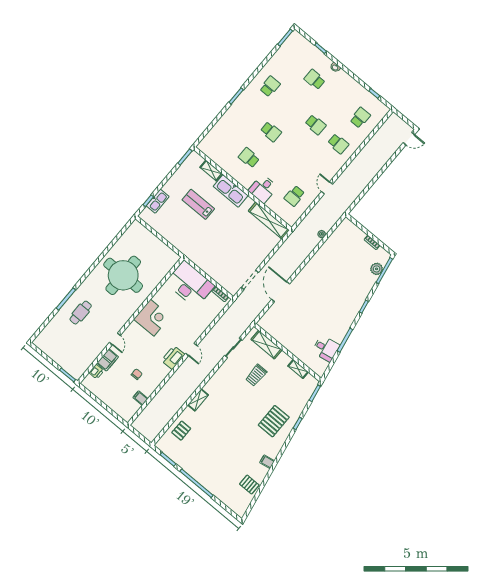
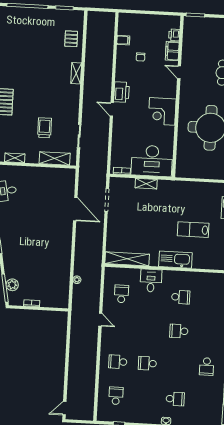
school desk: (360, 118) -> (116, 396), turned 180
shelving: (211, 171) -> (146, 184), moved
lab bench: (198, 204) -> (193, 230), turned 180

